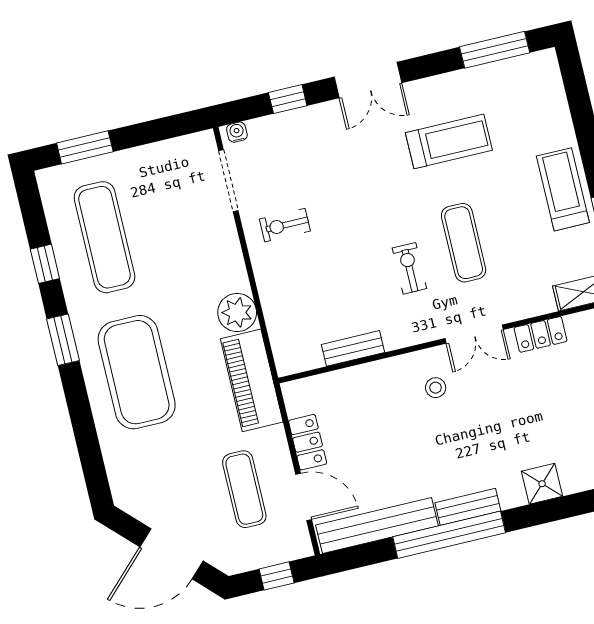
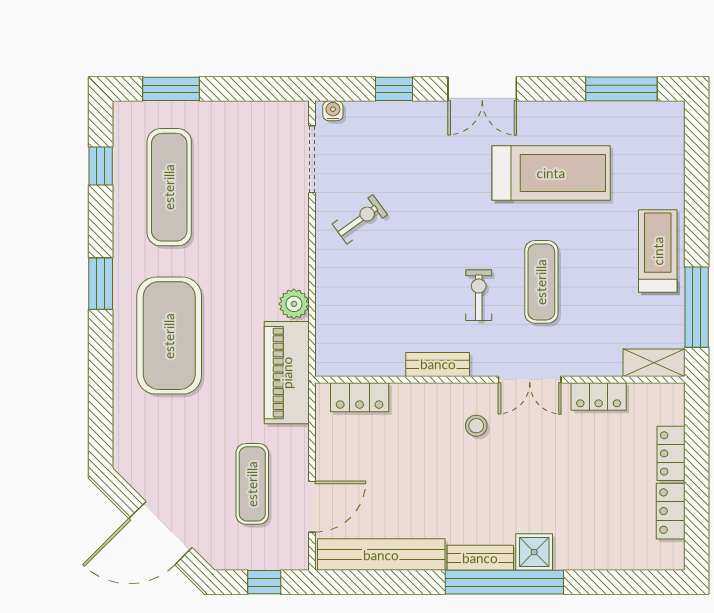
treadmill: (449, 141) -> (551, 173), width x1.37, depth x1.38
exercise bike: (285, 225) -> (360, 219), turned 144
window: (45, 264) -> (101, 166), moved
plant: (237, 313) -> (294, 304), width x0.73, depth x0.73
bench: (353, 348) -> (438, 364), moved
locker: (308, 442) -> (360, 397), moved, turned 90
shower: (542, 484) -> (534, 552), moved
door: (304, 497) -> (312, 507), hinge flipped
window: (449, 535) -> (504, 582), moved

